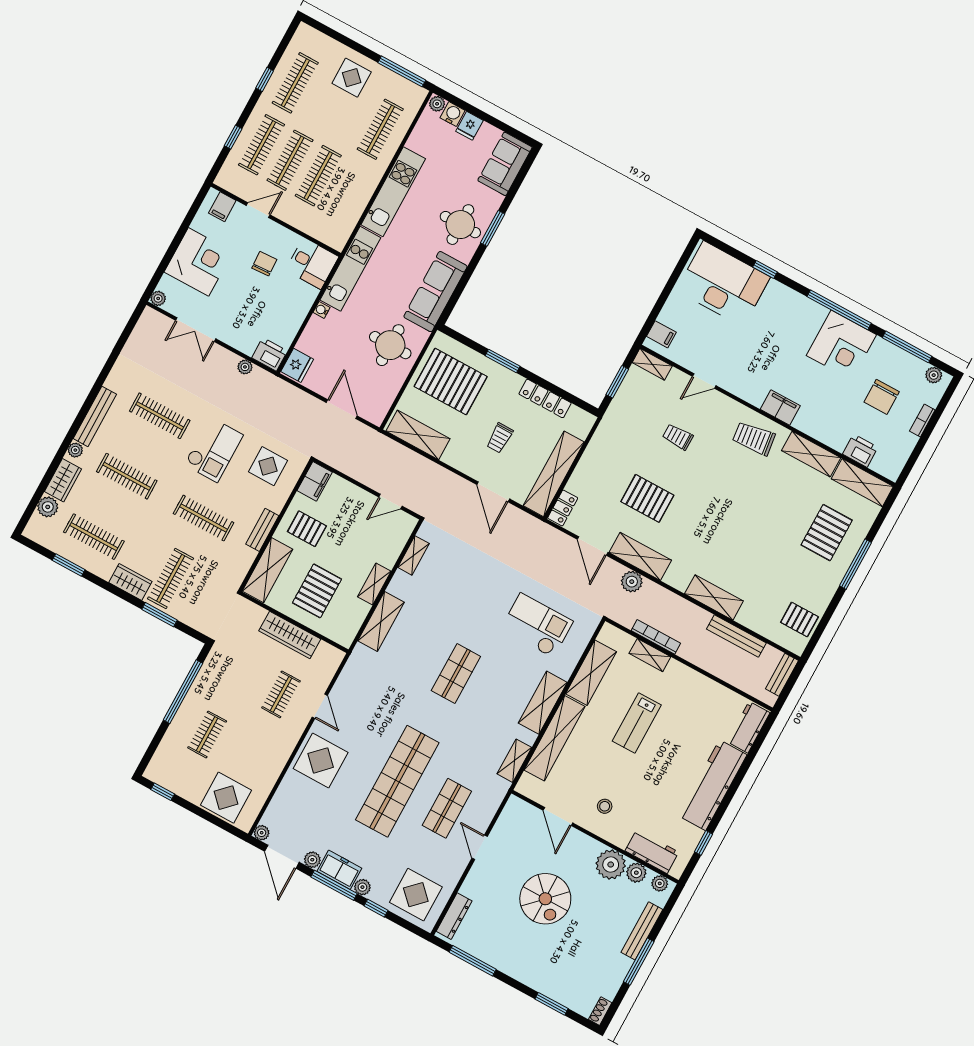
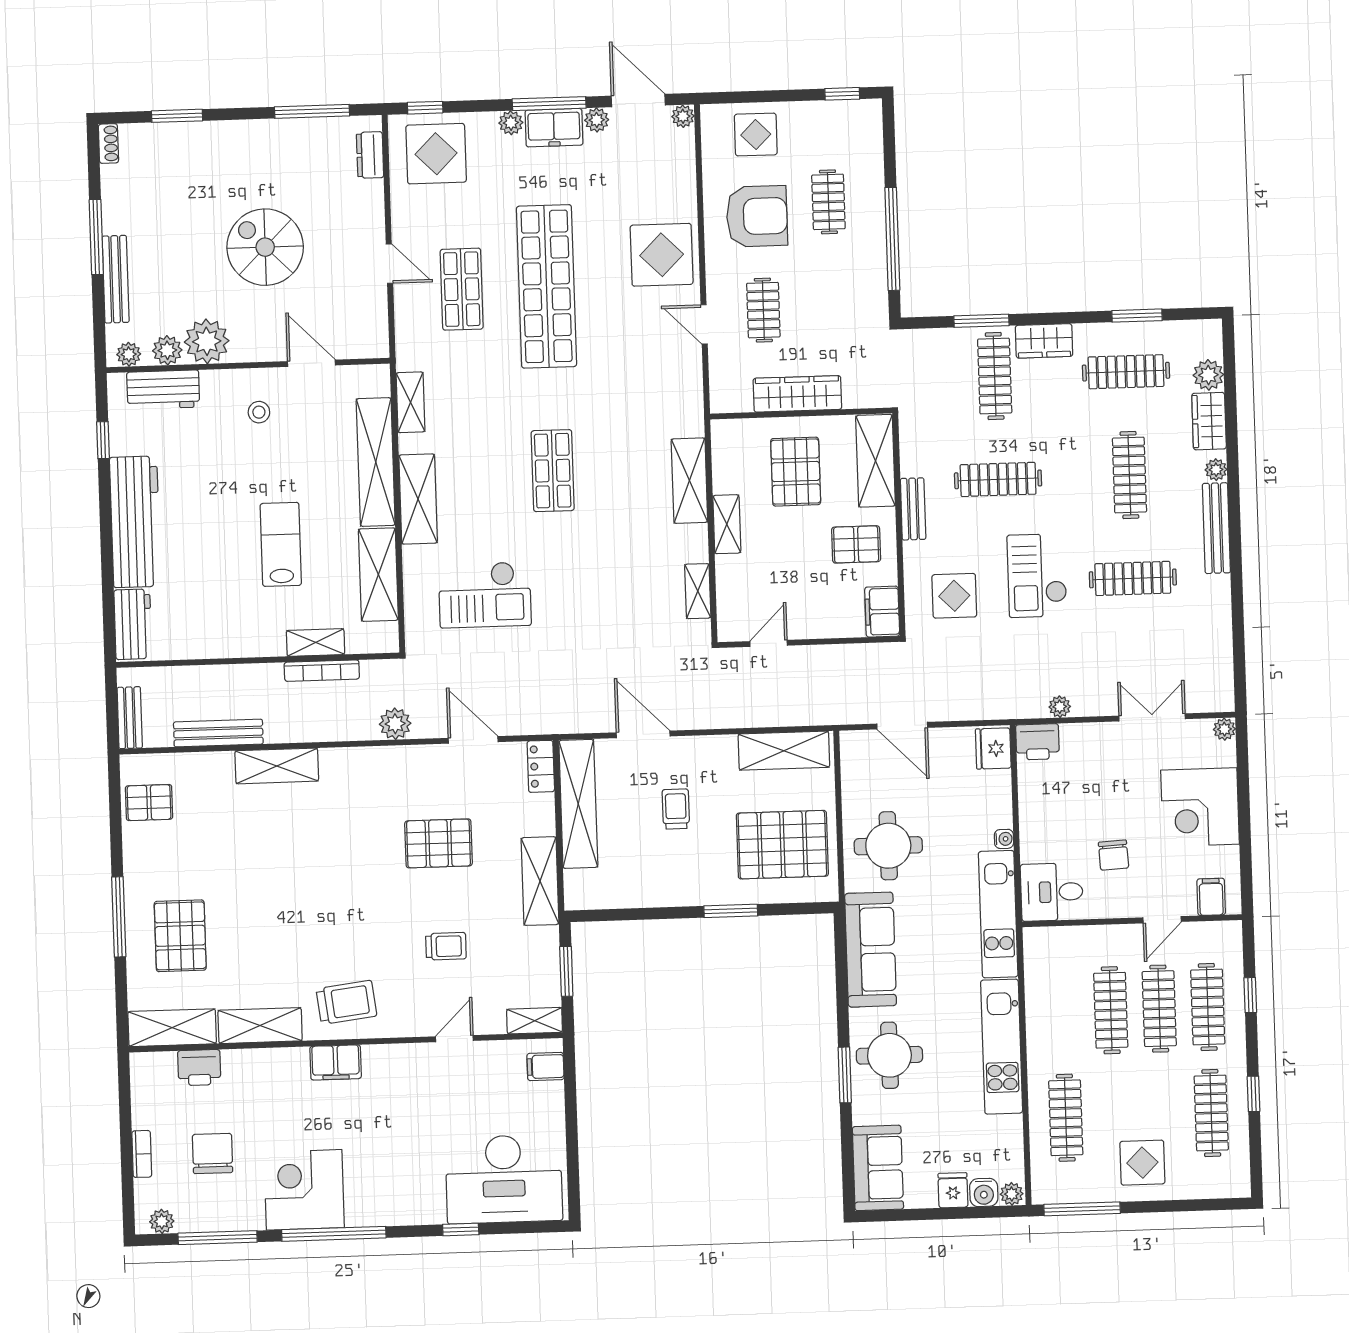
locker: (545, 398) -> (647, 895), removed
clothes rail: (127, 476) -> (1129, 475), turned 90
shelving: (640, 556) -> (540, 881), moved, turned 90
armchair: (253, 750) -> (757, 216), added
display table: (226, 798) -> (756, 135), width x0.73, depth x0.73
window: (376, 908) -> (425, 108), moved
dresser: (454, 916) -> (370, 155), width x0.70

